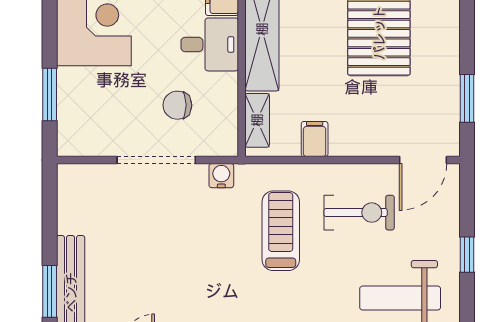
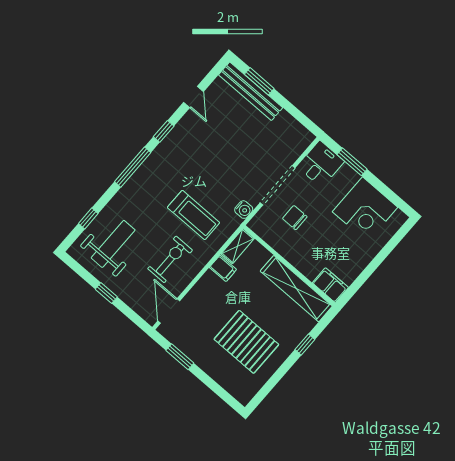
desk: (210, 44) -> (321, 164), moved, turned 180
chair: (177, 105) -> (295, 218), turned -90
shelving: (257, 120) -> (238, 246), moved, turned 90
exercise bike: (359, 213) -> (170, 259), turned 180

